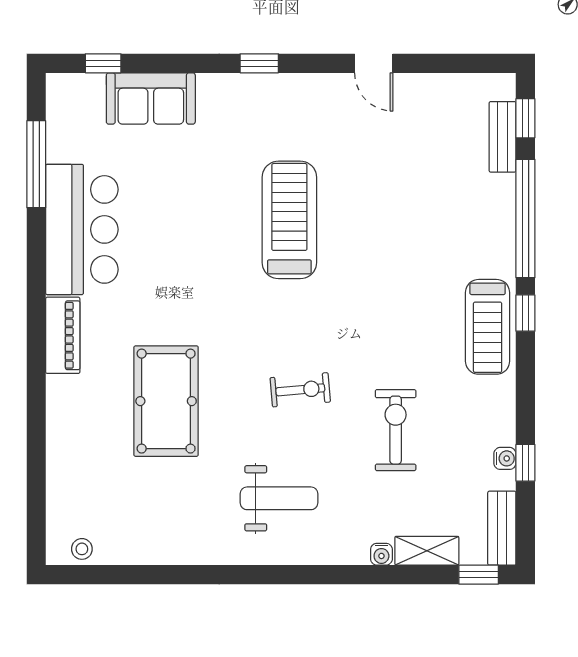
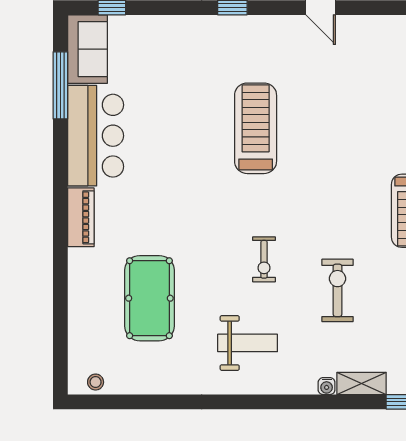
sofa: (151, 98) -> (88, 49), moved, turned -90
exercise bike: (300, 390) -> (264, 259), turned 95
pool table: (166, 401) -> (149, 298), moved

